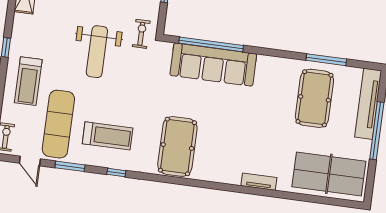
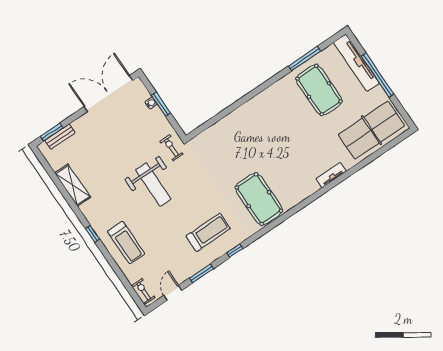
window: (211, 44) -> (222, 115), removed
sofa: (213, 65) -> (235, 126), removed
exercise mat: (58, 124) -> (170, 253), removed
door: (30, 161) -> (173, 293), swing flipped

